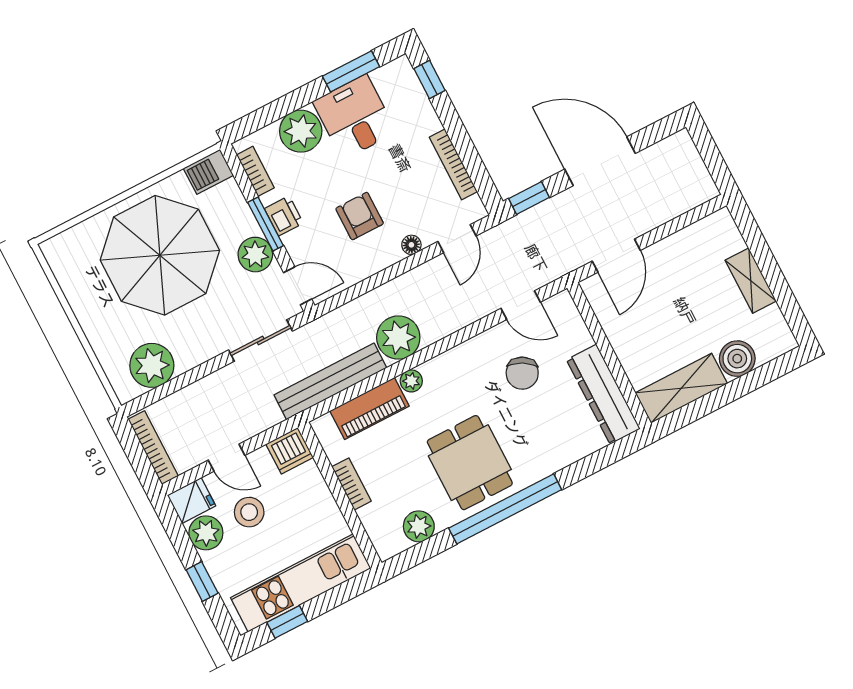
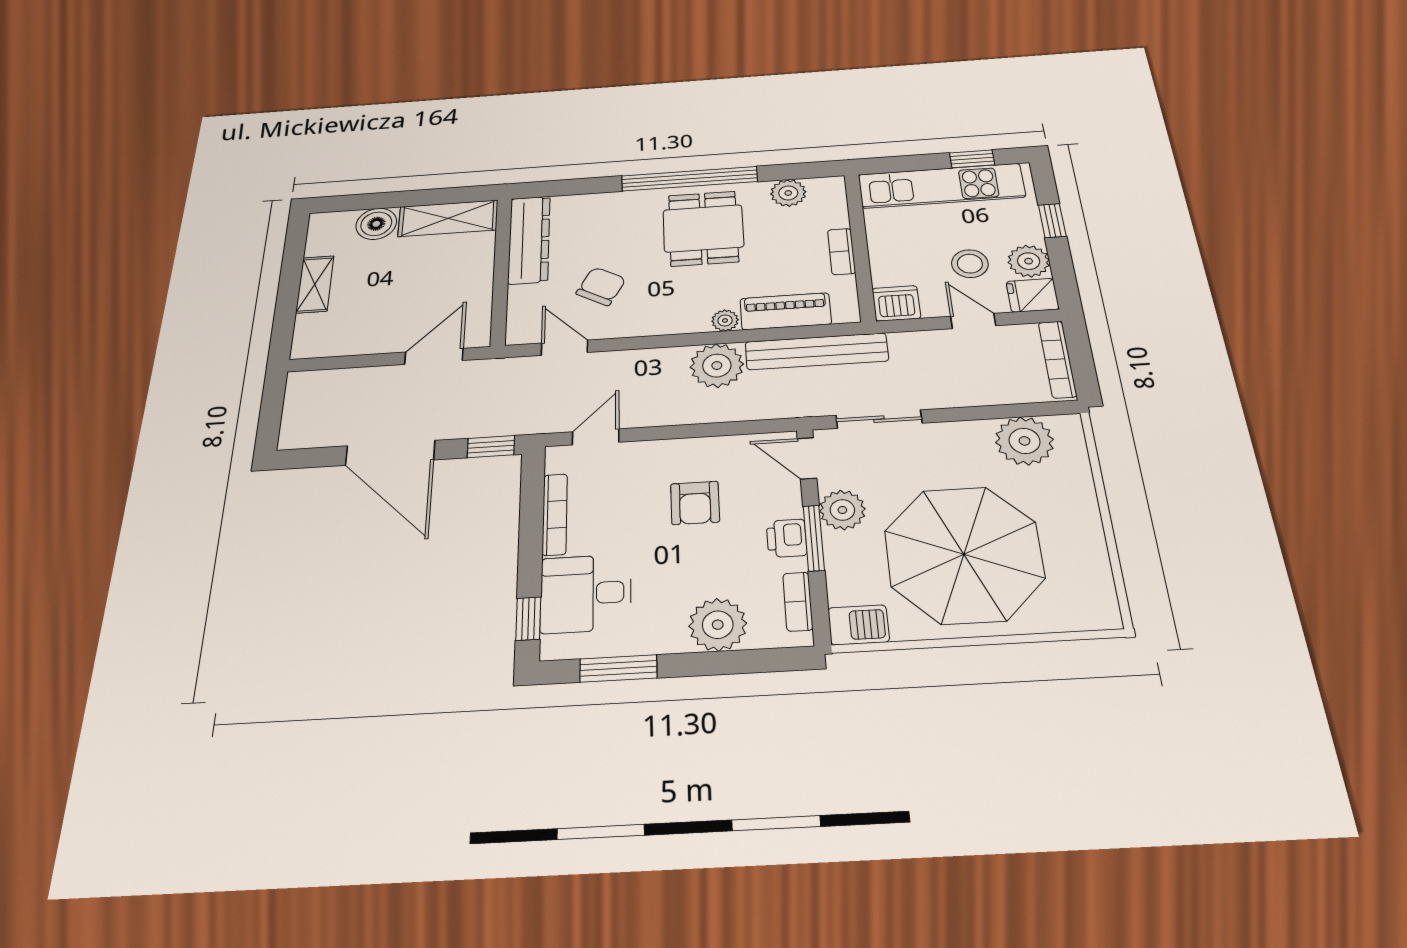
desk: (355, 117) -> (586, 593), moved, turned 90
floor lamp: (411, 245) -> (651, 450), removed

